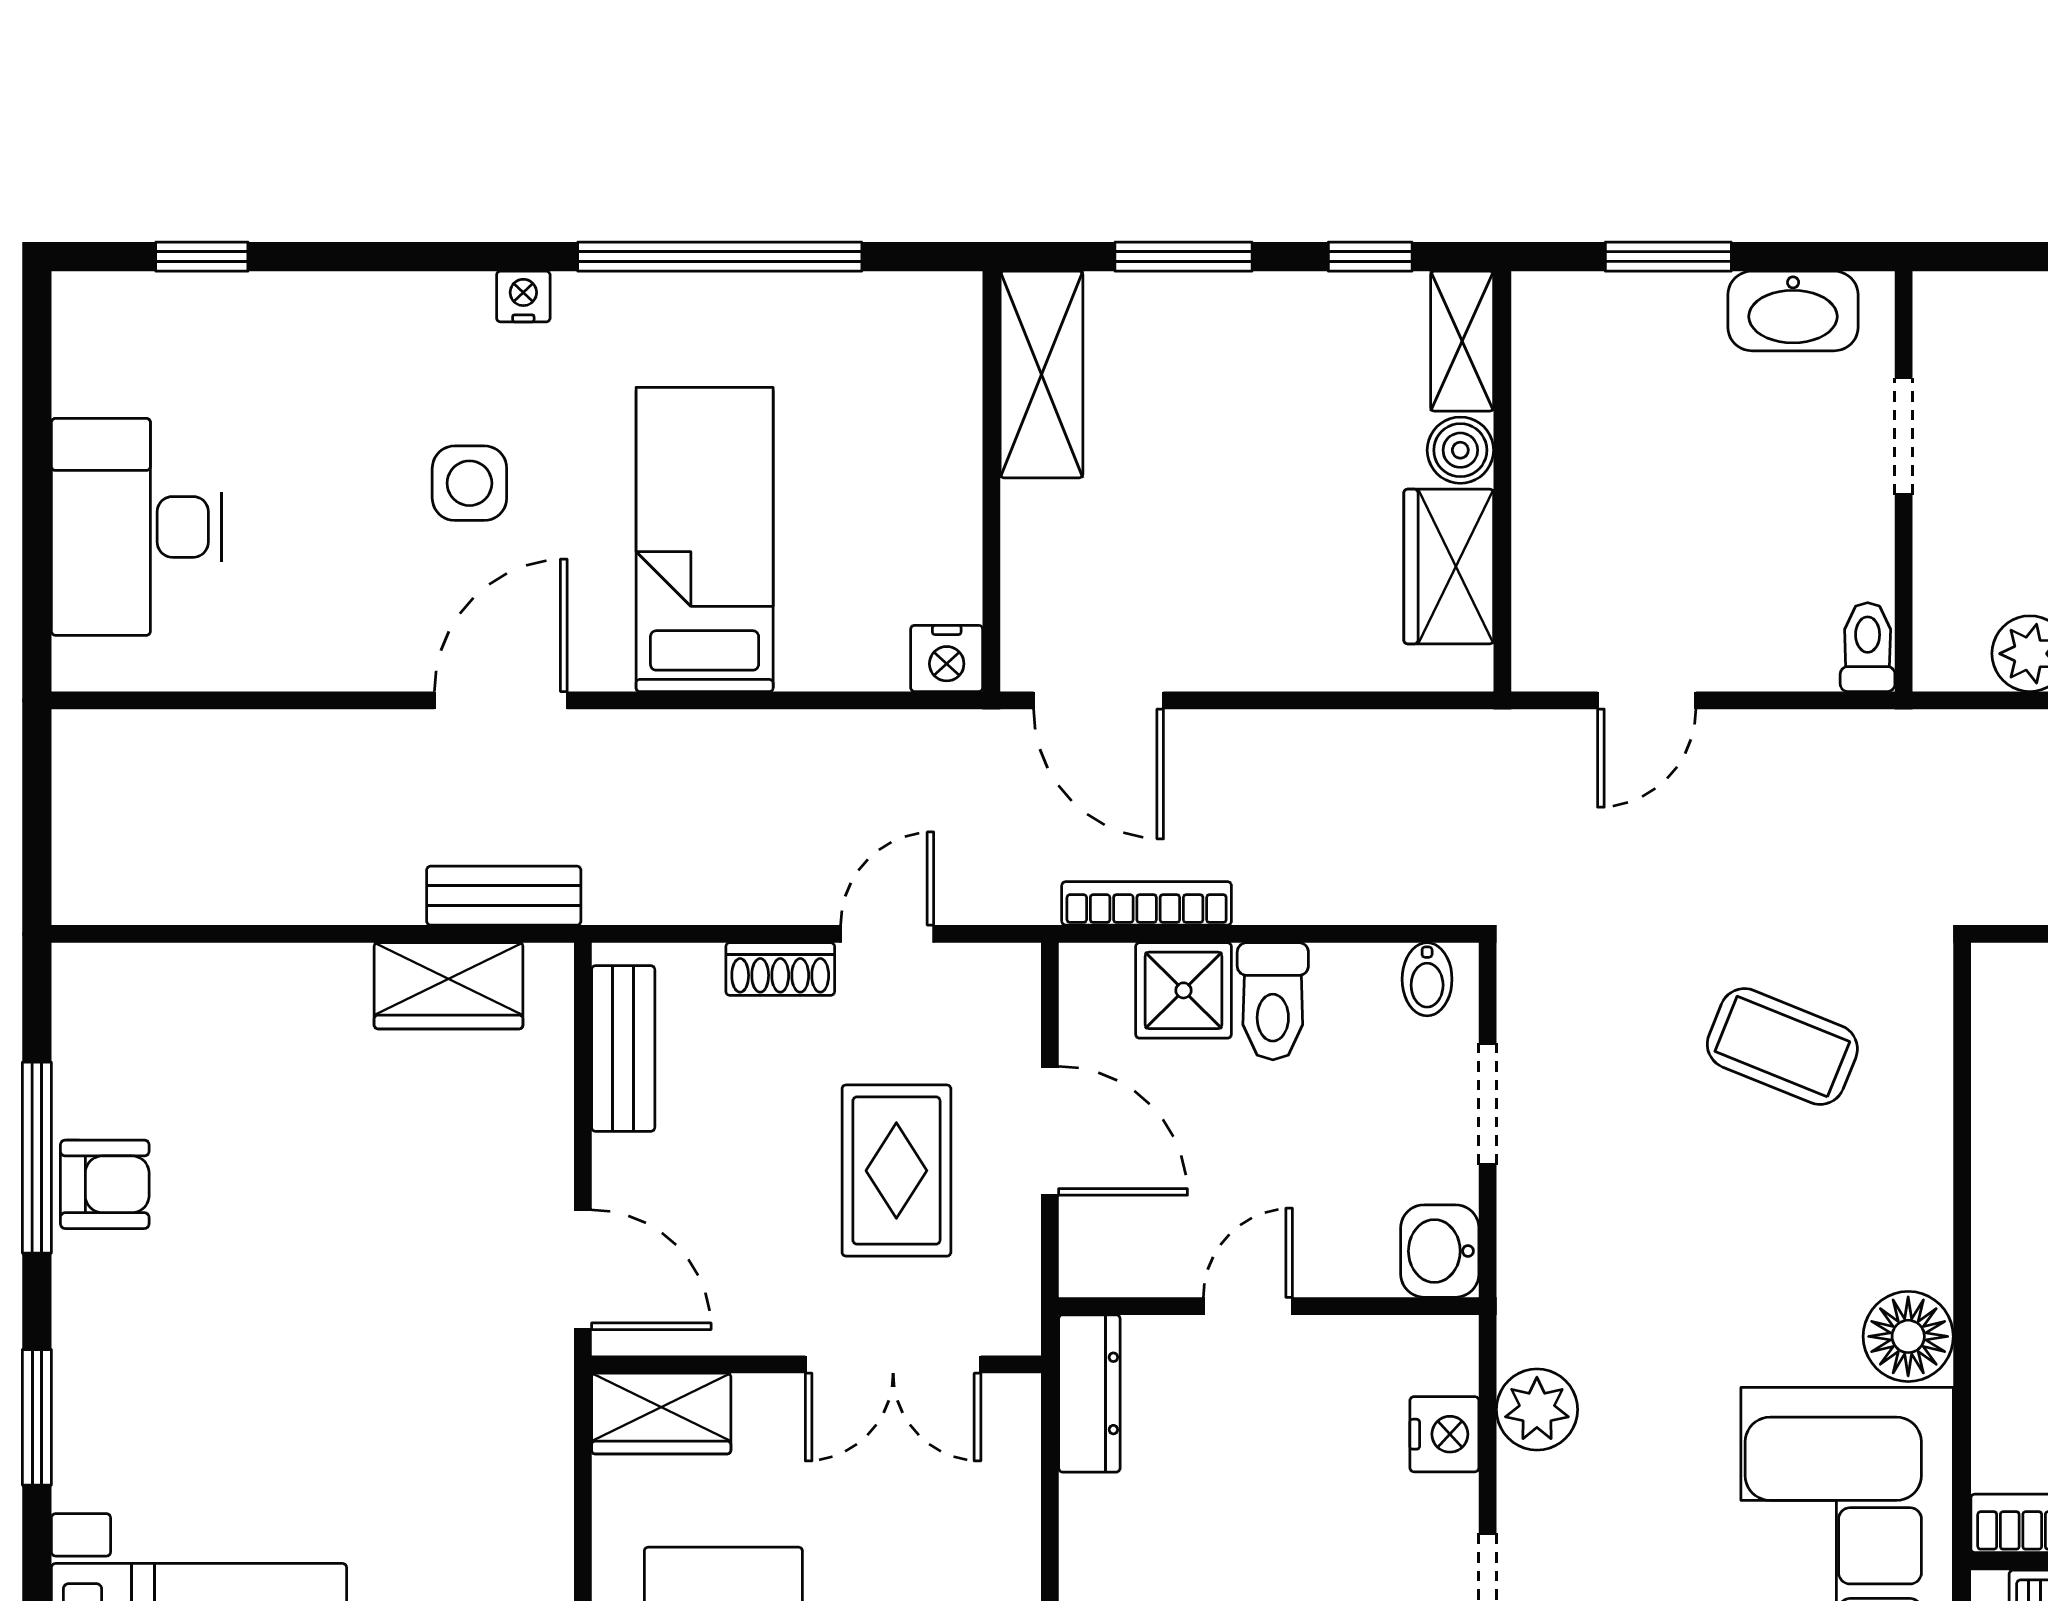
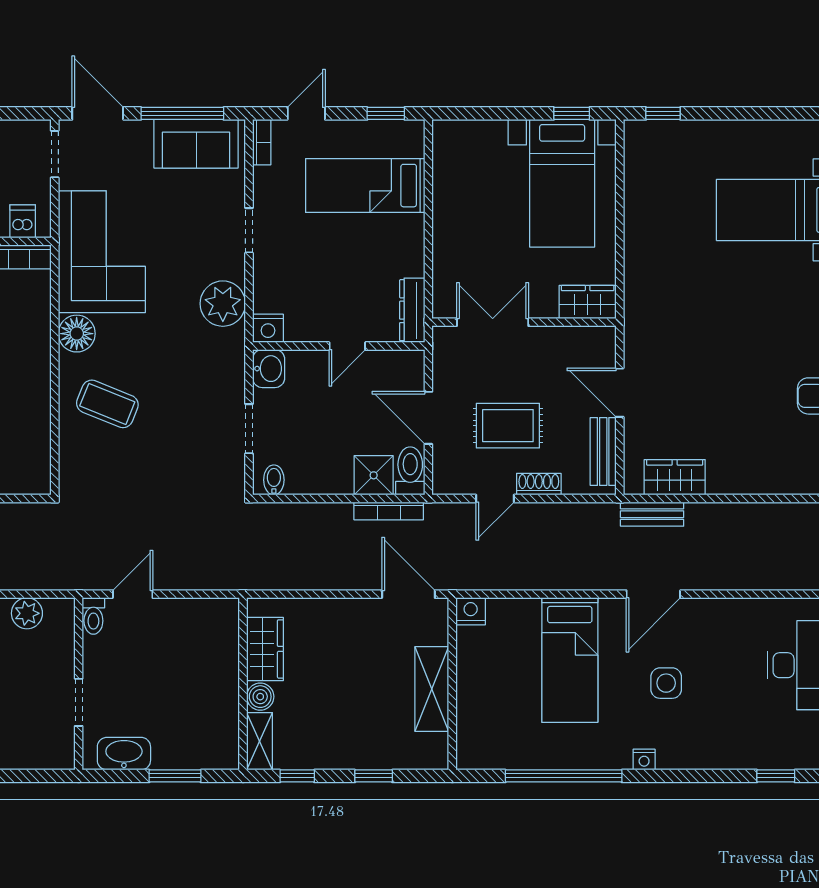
window: (1183, 257) -> (374, 776), width x0.67
shelving: (1042, 375) -> (432, 689), moved
door: (1647, 700) -> (133, 594), moved
toilet: (1273, 1001) -> (410, 471), moved
coffee table: (1782, 1047) -> (107, 404), moved
rug: (896, 1171) -> (508, 426), moved, turned 90
door: (583, 1270) -> (620, 393), moved
plant: (1537, 1410) -> (223, 304), width x1.36, depth x1.36
nightstand: (1444, 1434) -> (268, 328), moved, turned -90

